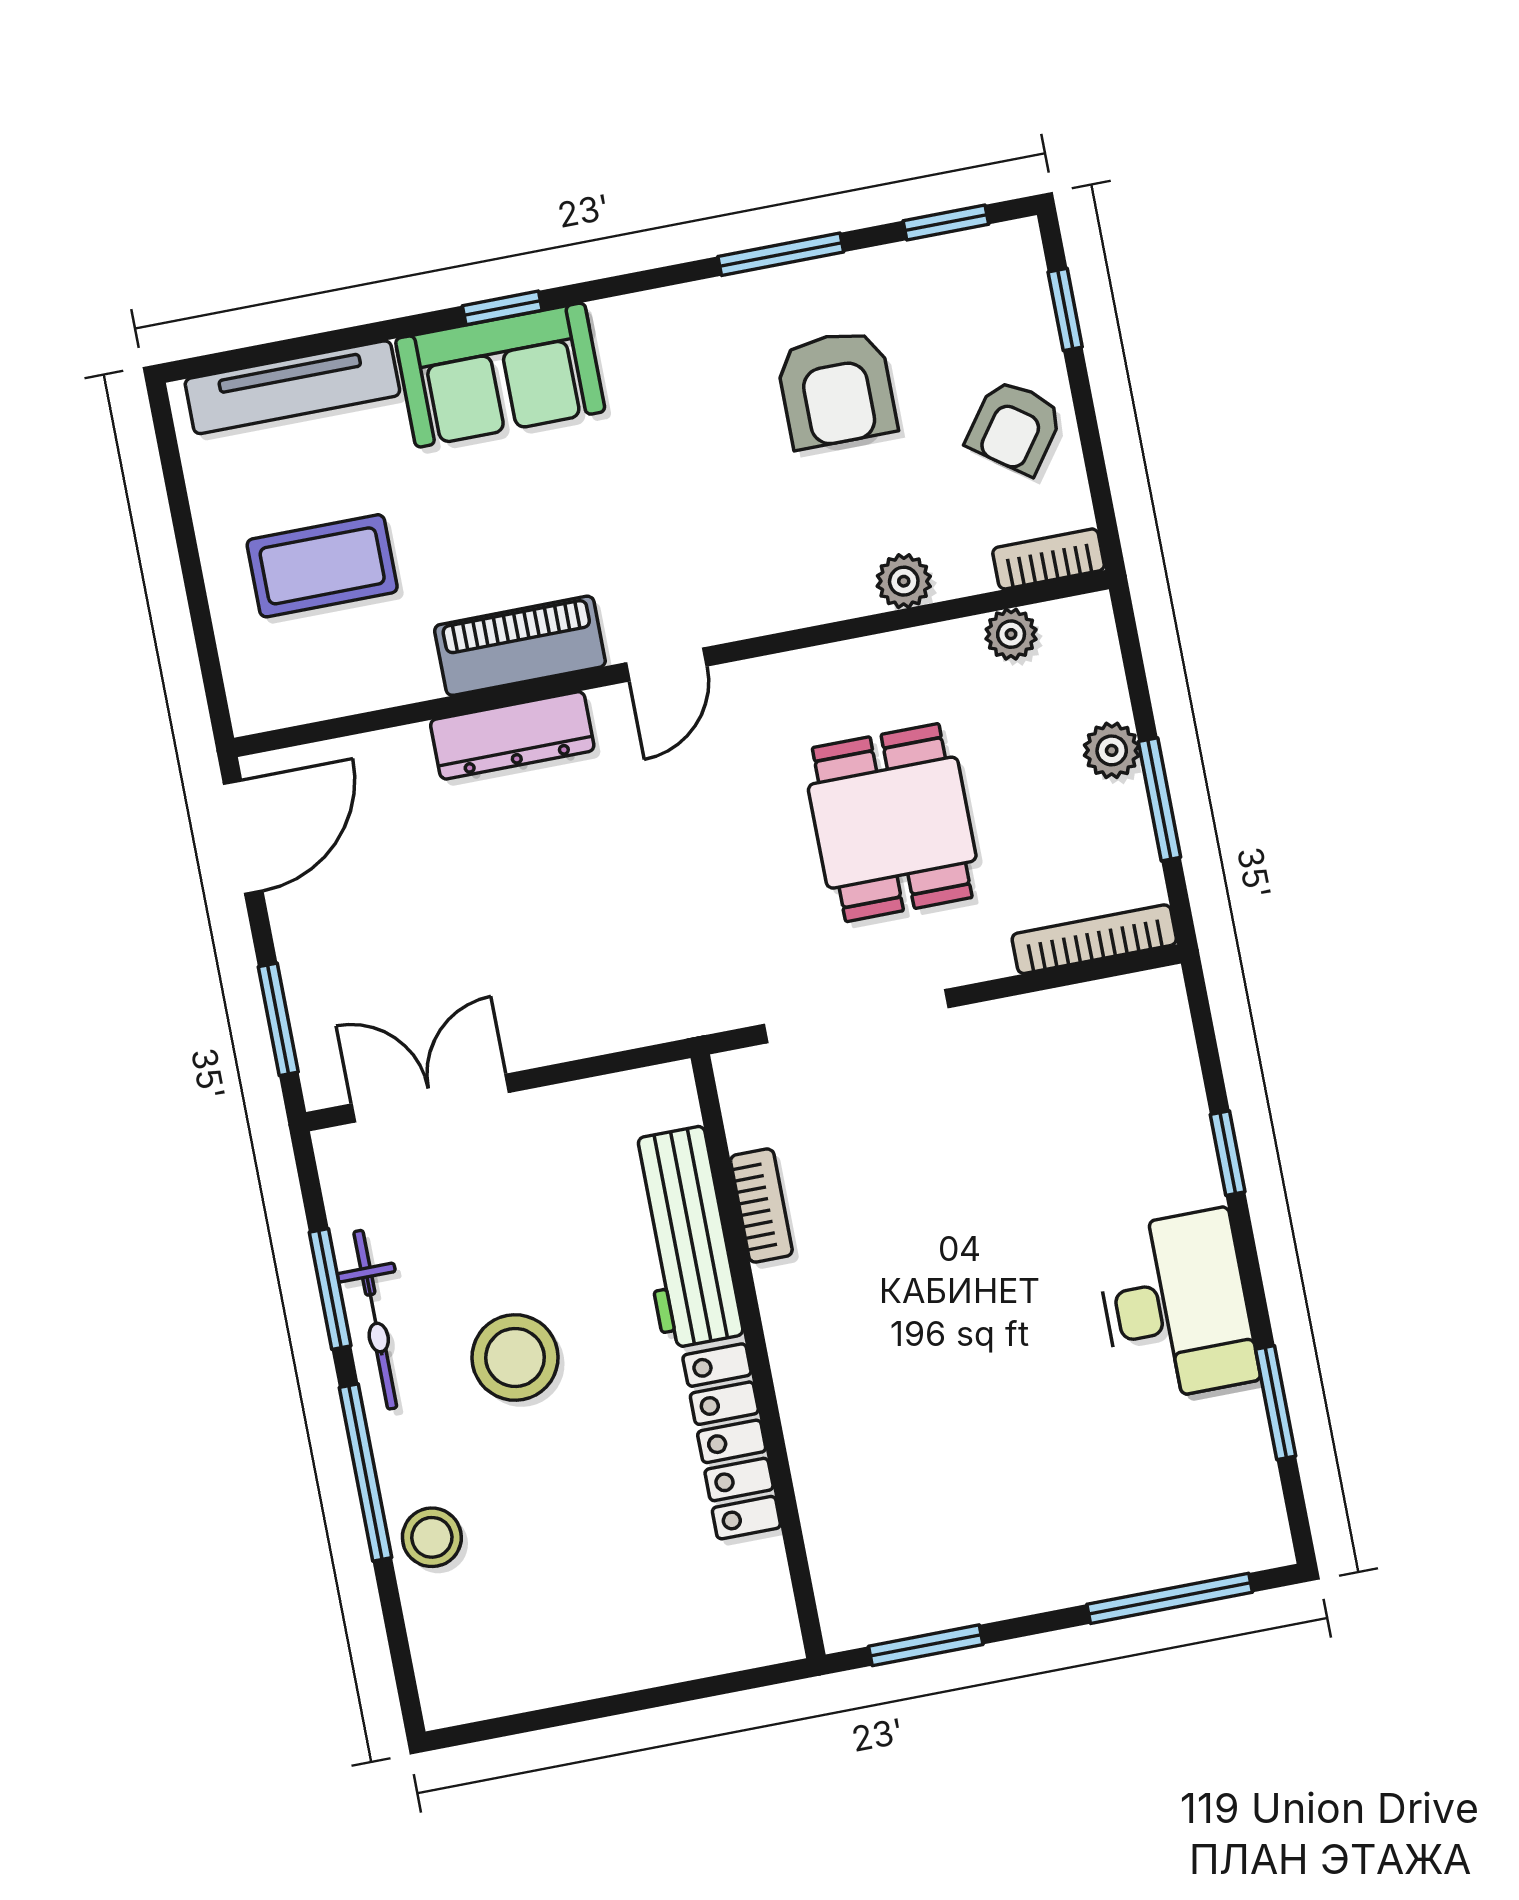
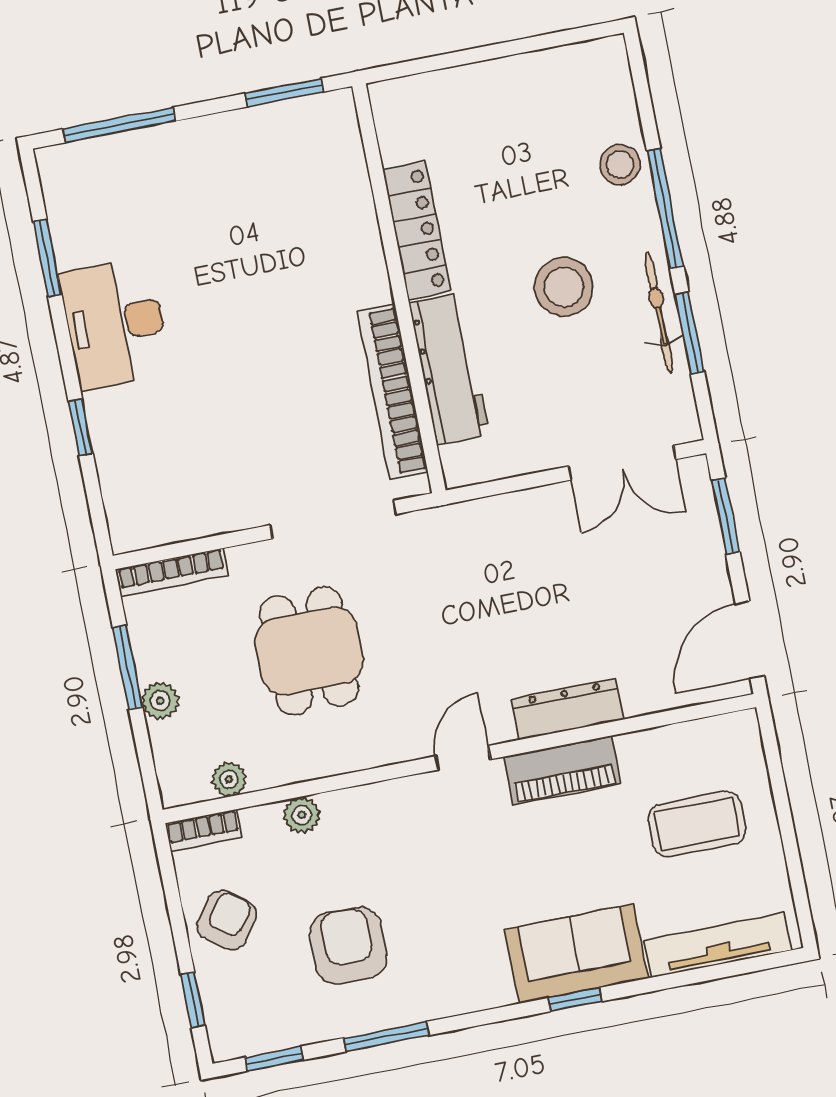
bookcase: (761, 1206) -> (392, 392), width x2.31, depth x1.31

